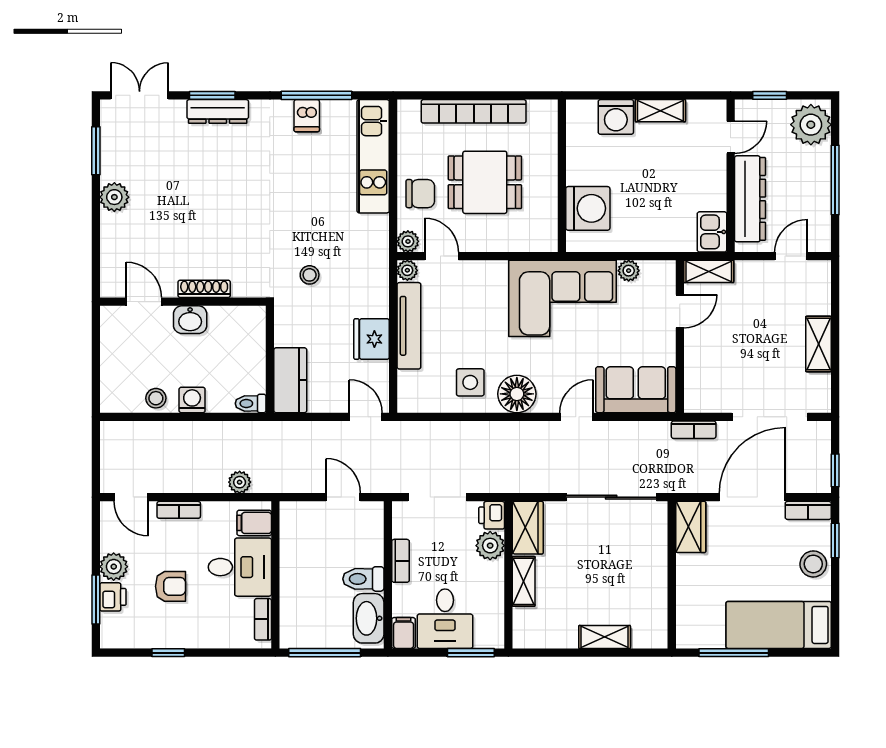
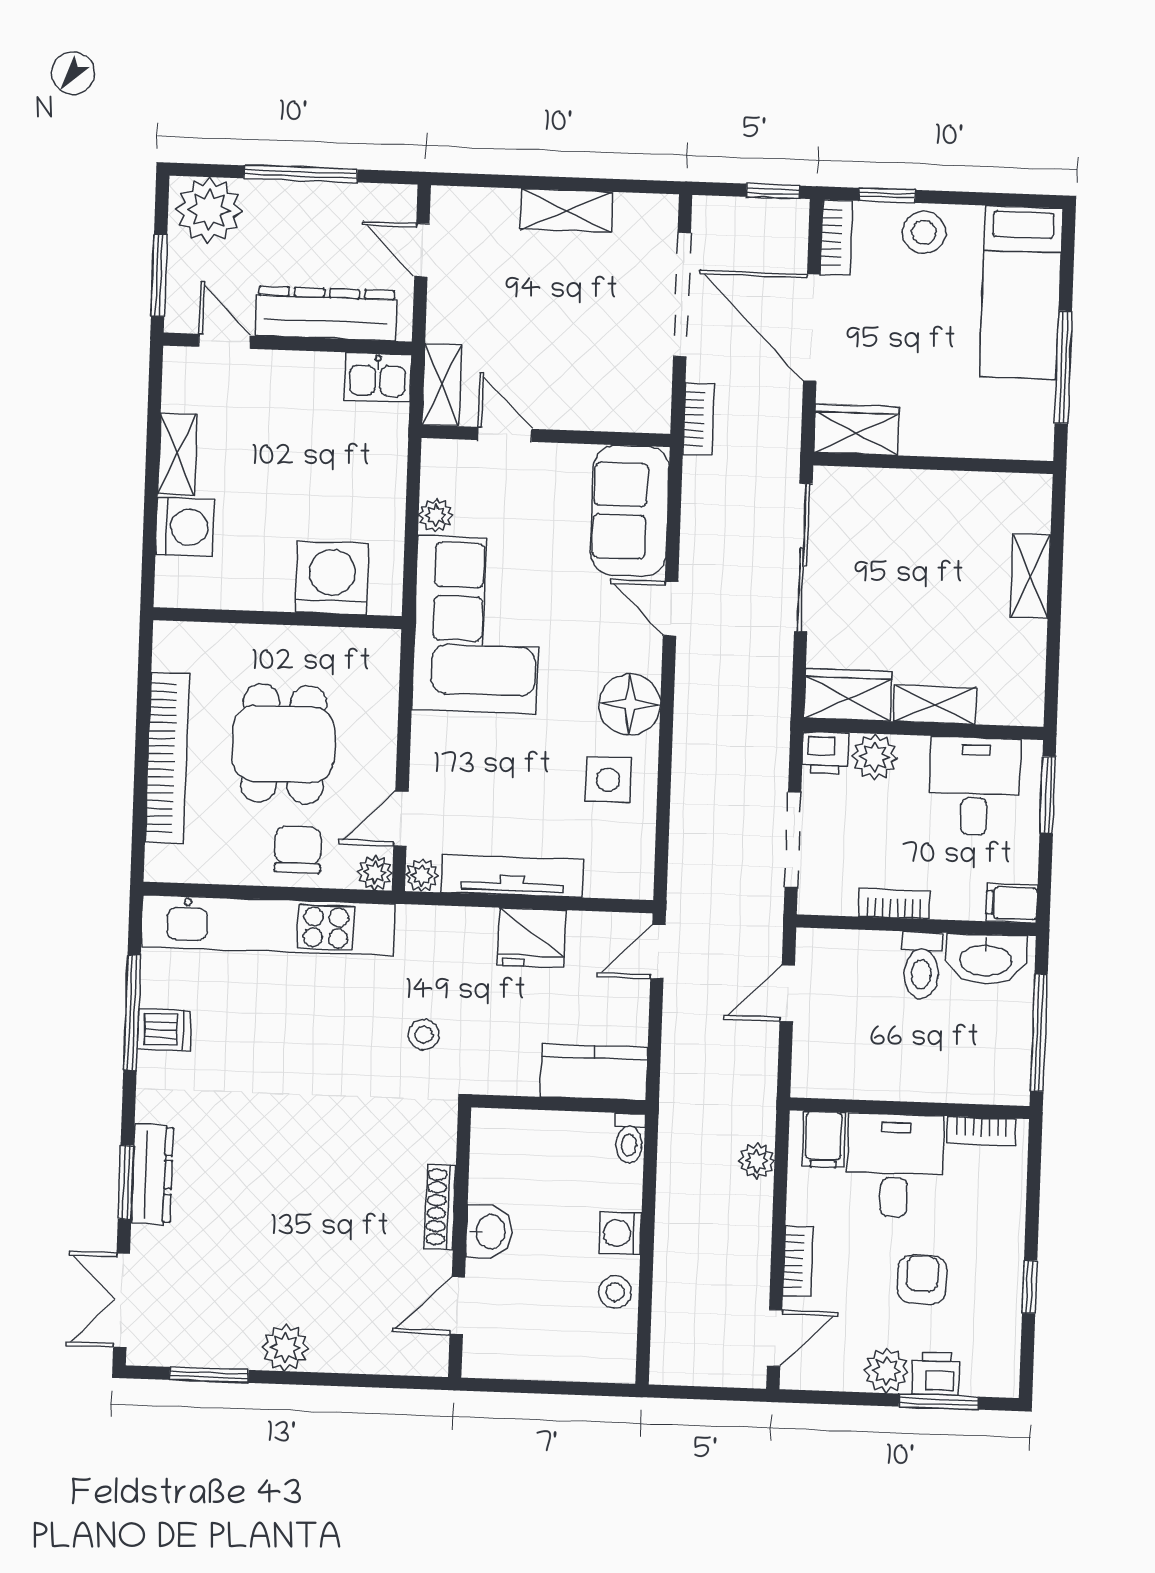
window: (770, 95) -> (159, 275), width x1.50
kitchen unit: (373, 156) -> (268, 925), width x1.36
desk: (445, 619) -> (975, 786), moved, turned -90

